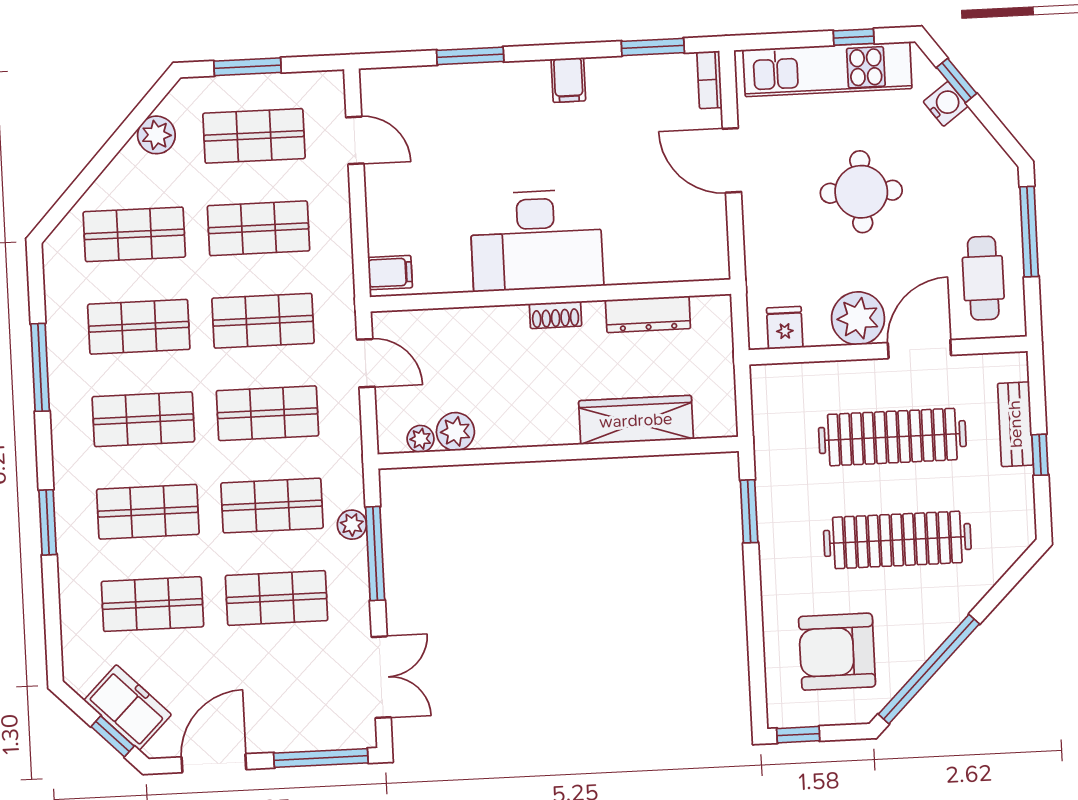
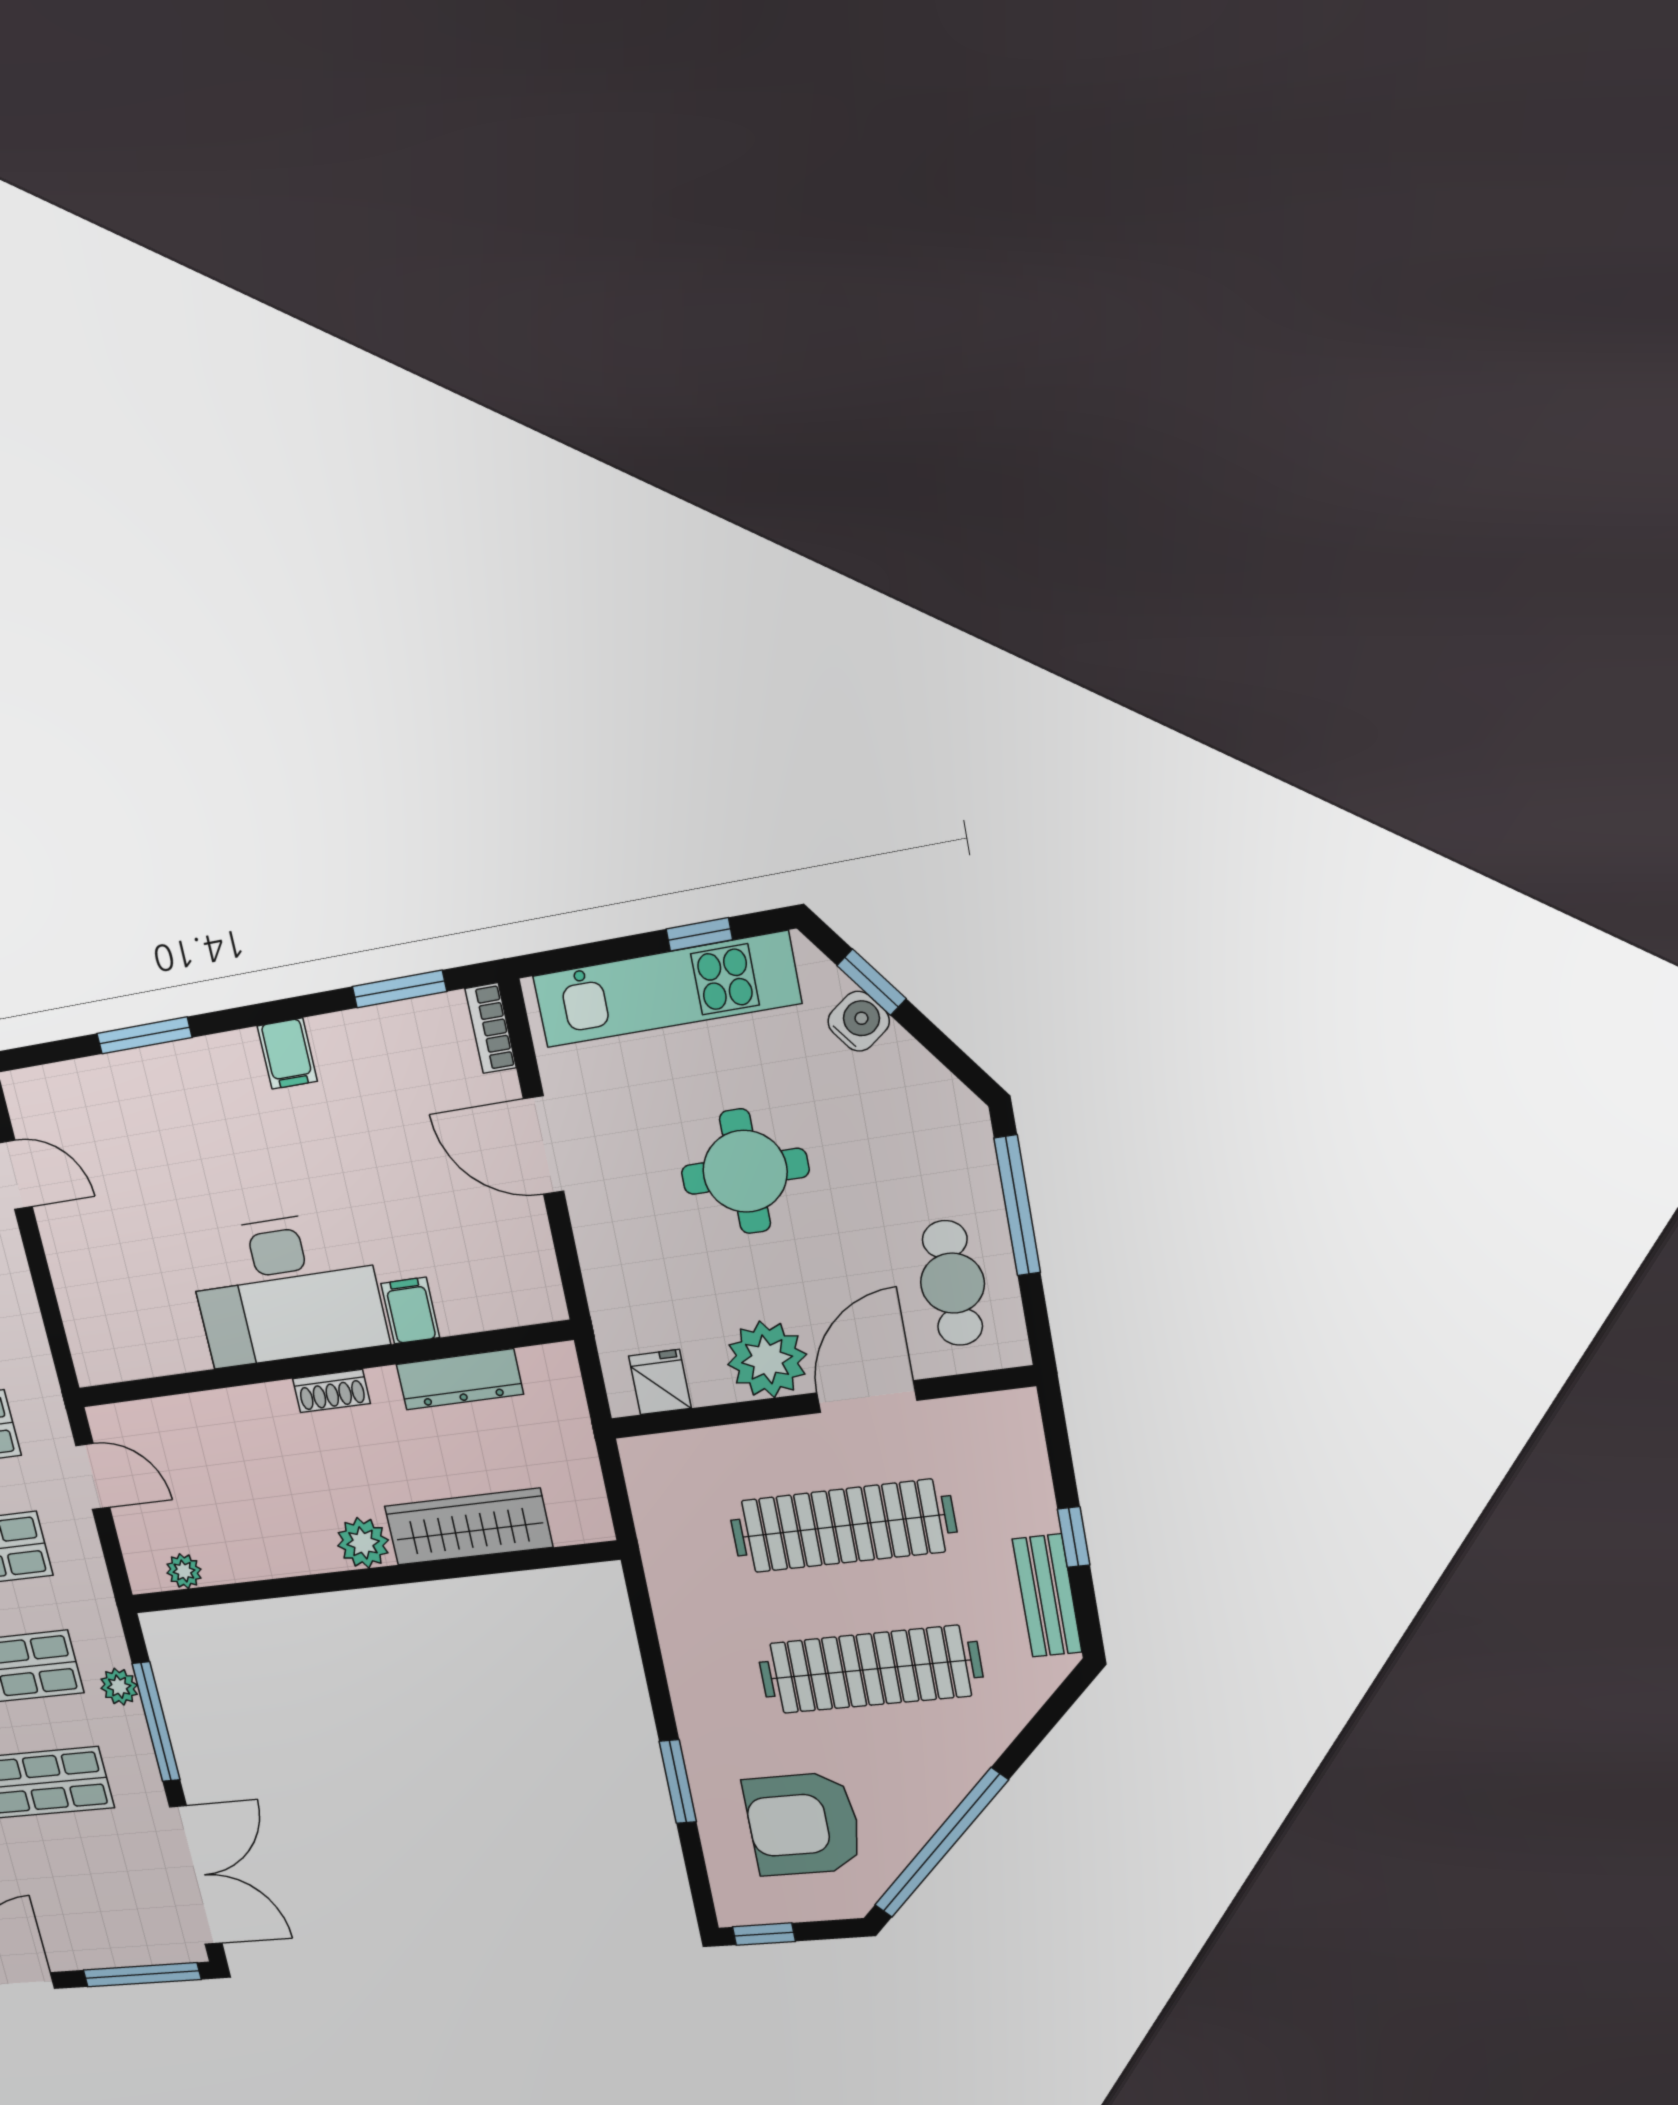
filing cabinet: (390, 273) -> (410, 1311), moved, turned -90
bench: (1015, 424) -> (1047, 1596), moved
plant: (455, 432) -> (363, 1543), moved
window: (749, 511) -> (678, 1782), moved
double door: (381, 677) -> (196, 1875), width x1.37

